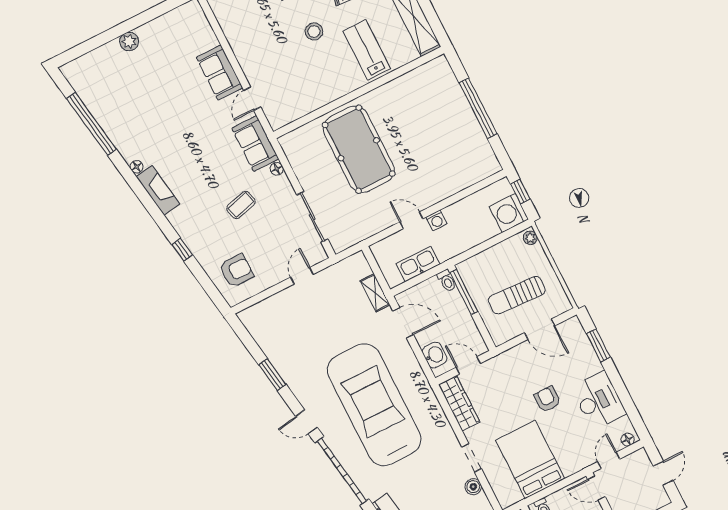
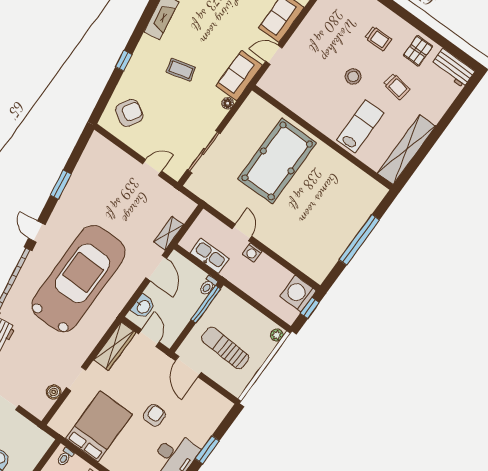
coffee table: (241, 205) -> (181, 70), moved
washing machine: (509, 213) -> (298, 293), moved
armchair: (236, 271) -> (129, 113), turned -59
door: (540, 329) -> (188, 366), moved
window: (598, 345) -> (207, 450), moved

